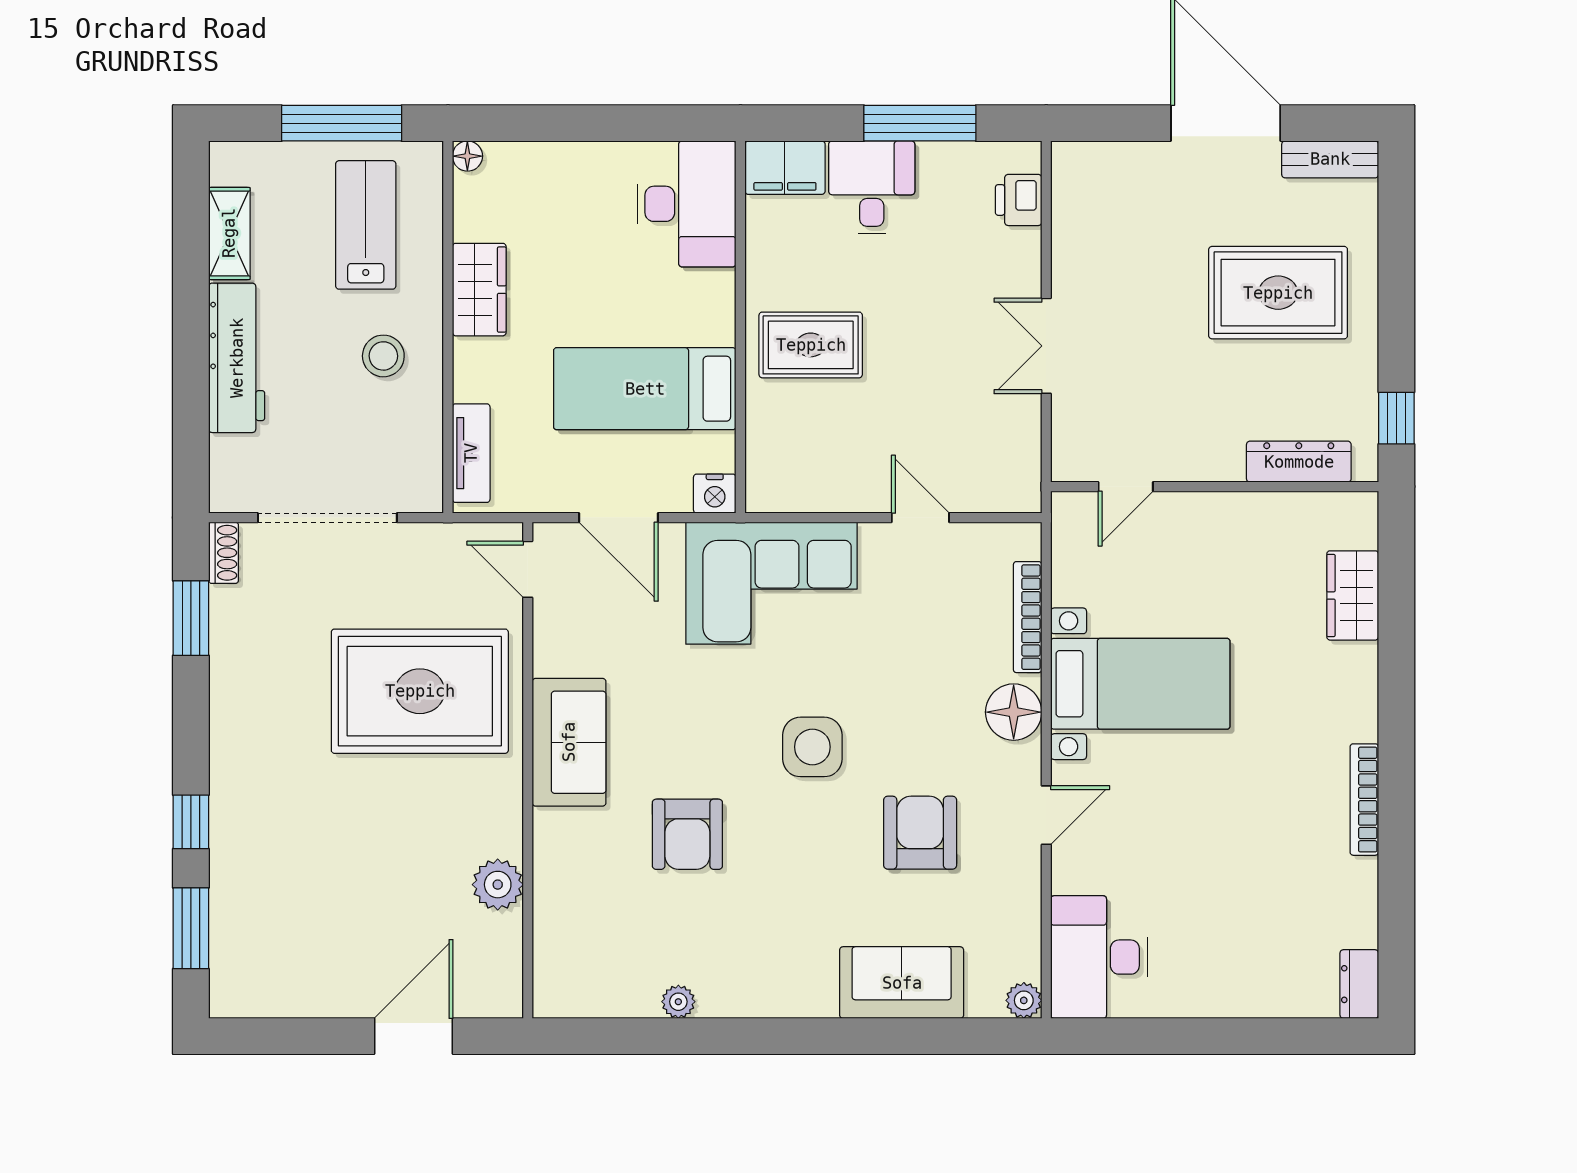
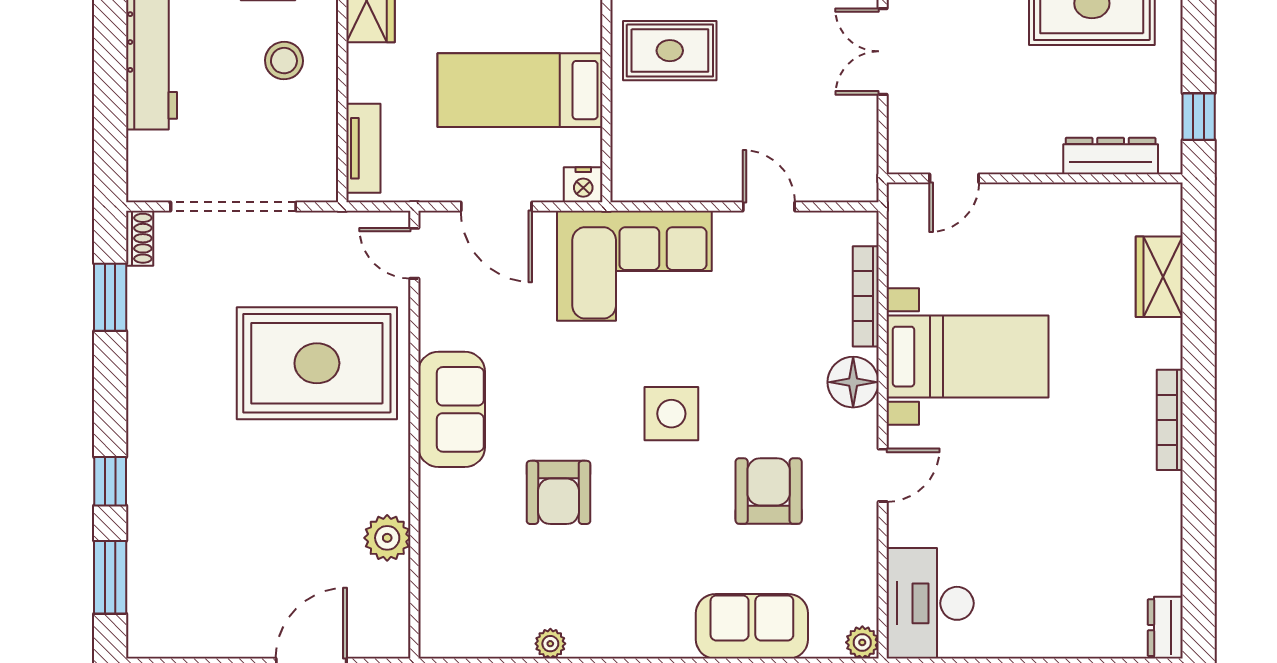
bookcase: (1364, 800) -> (1170, 420), moved

